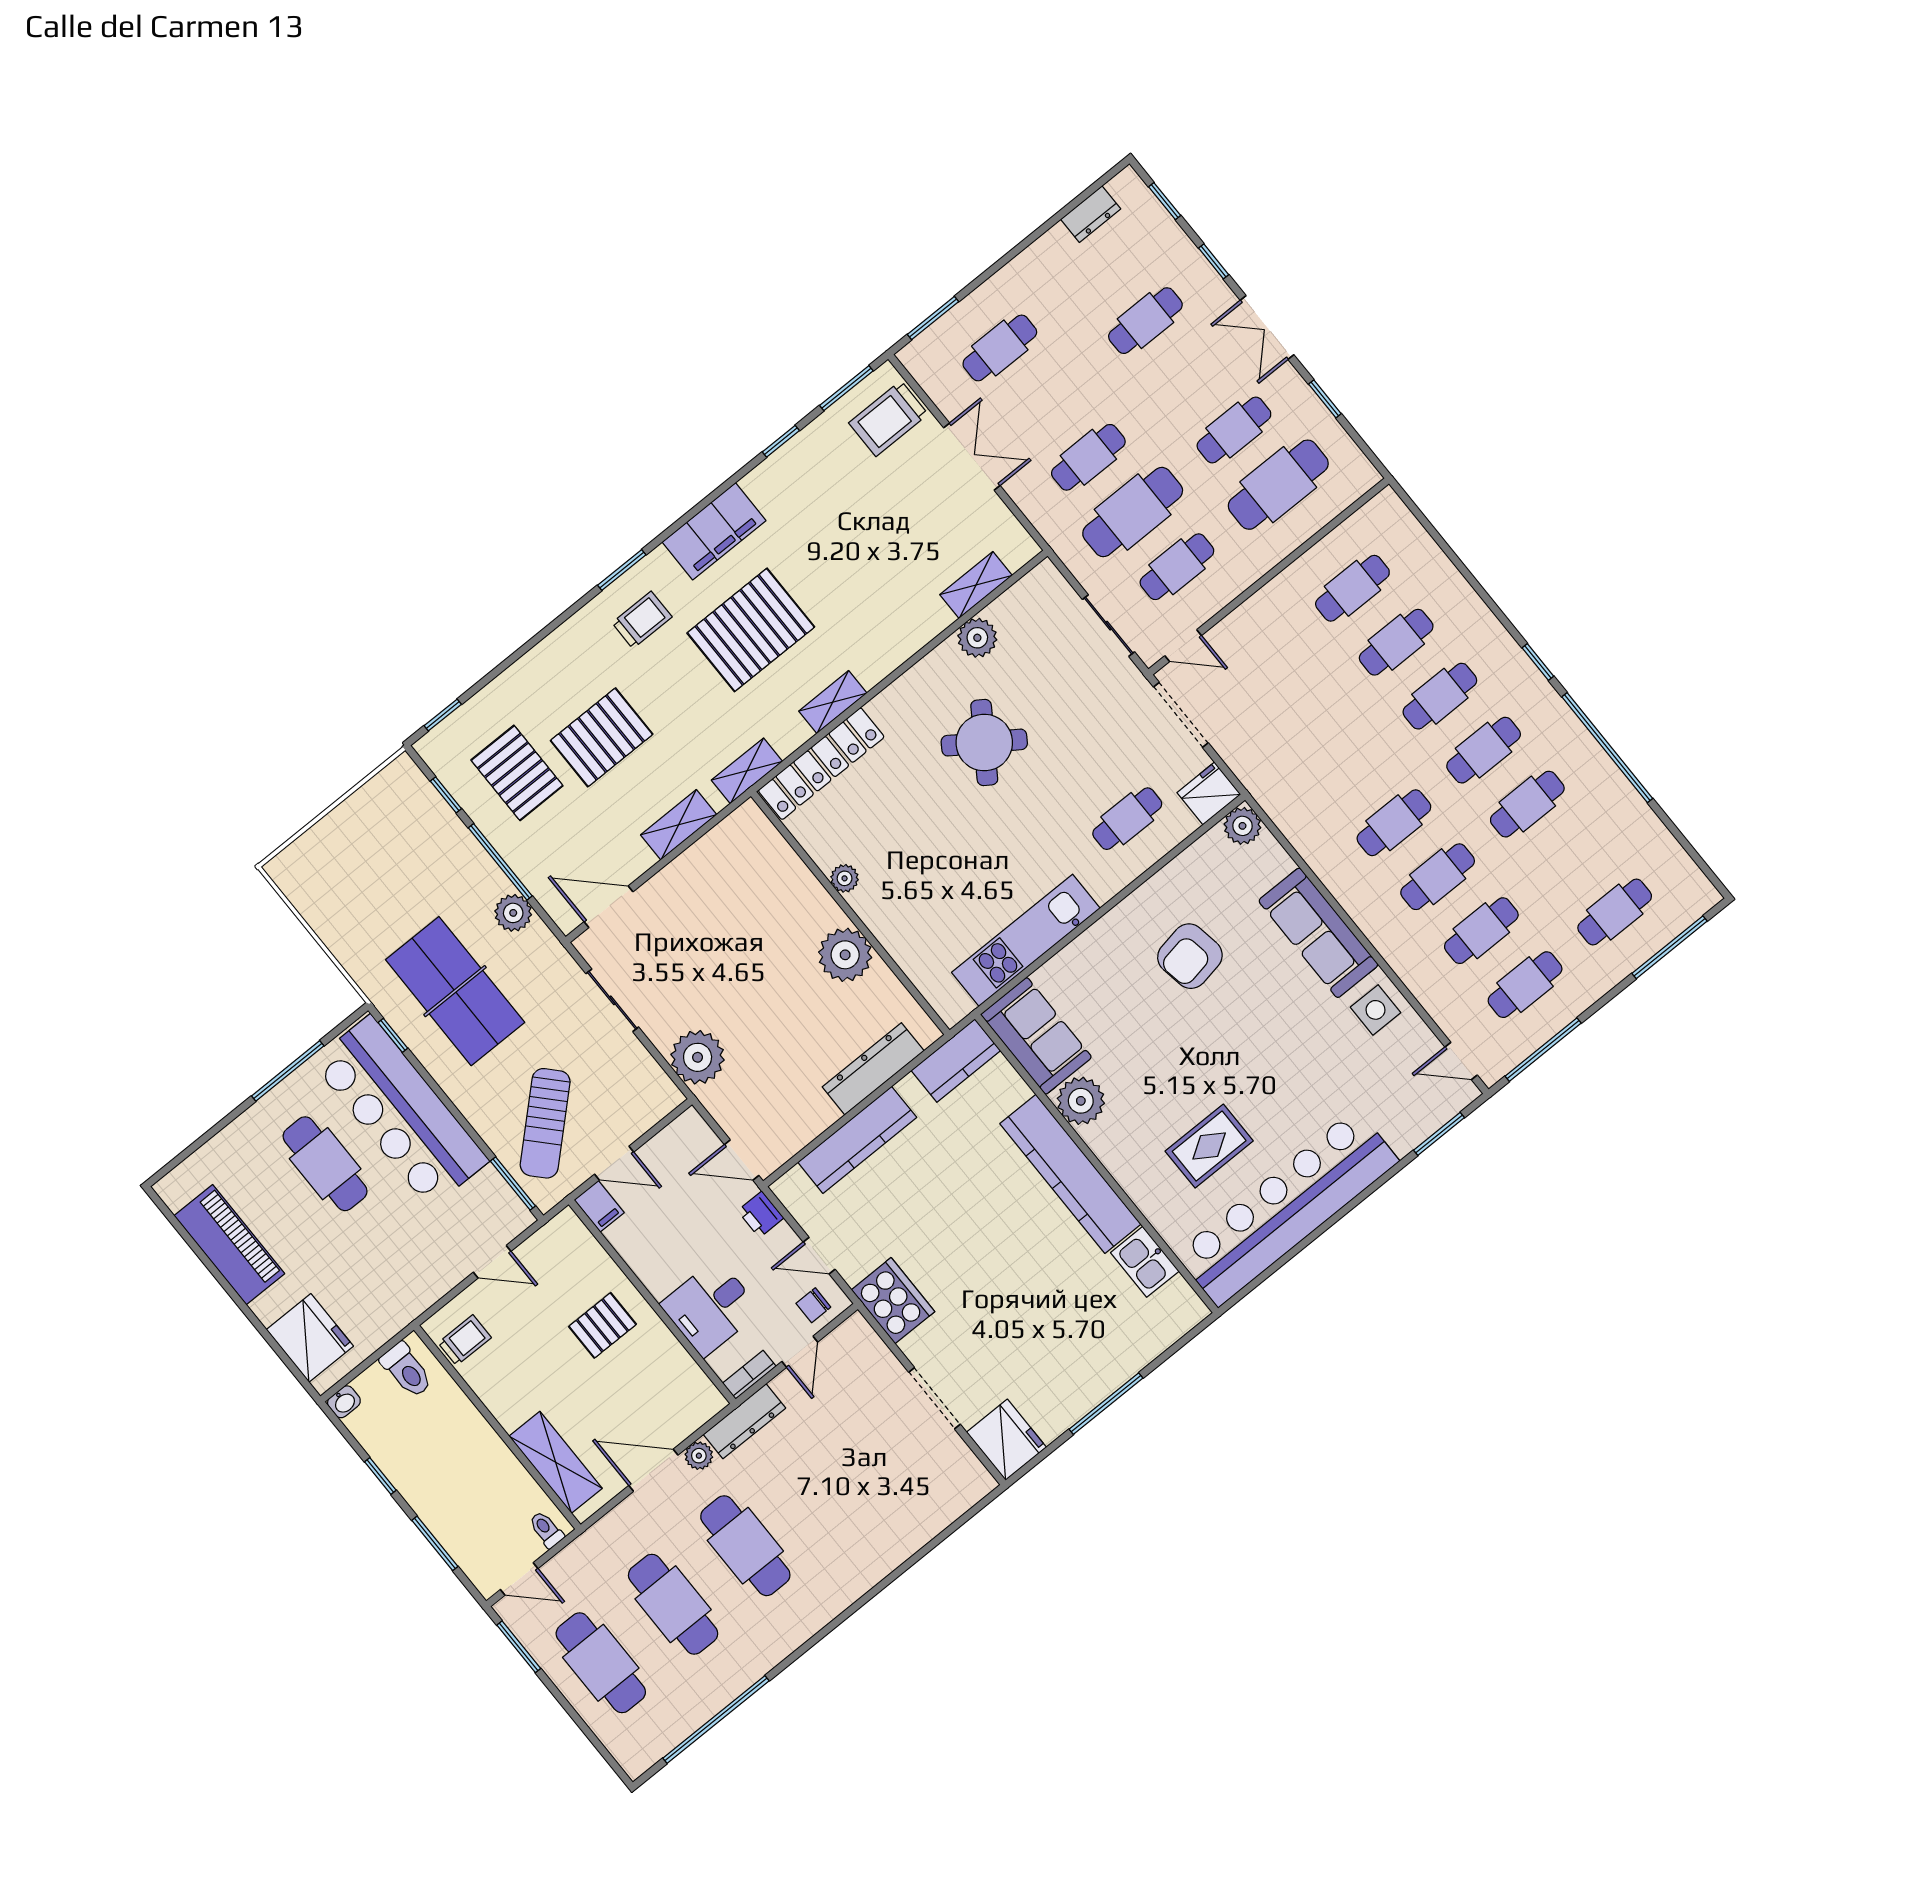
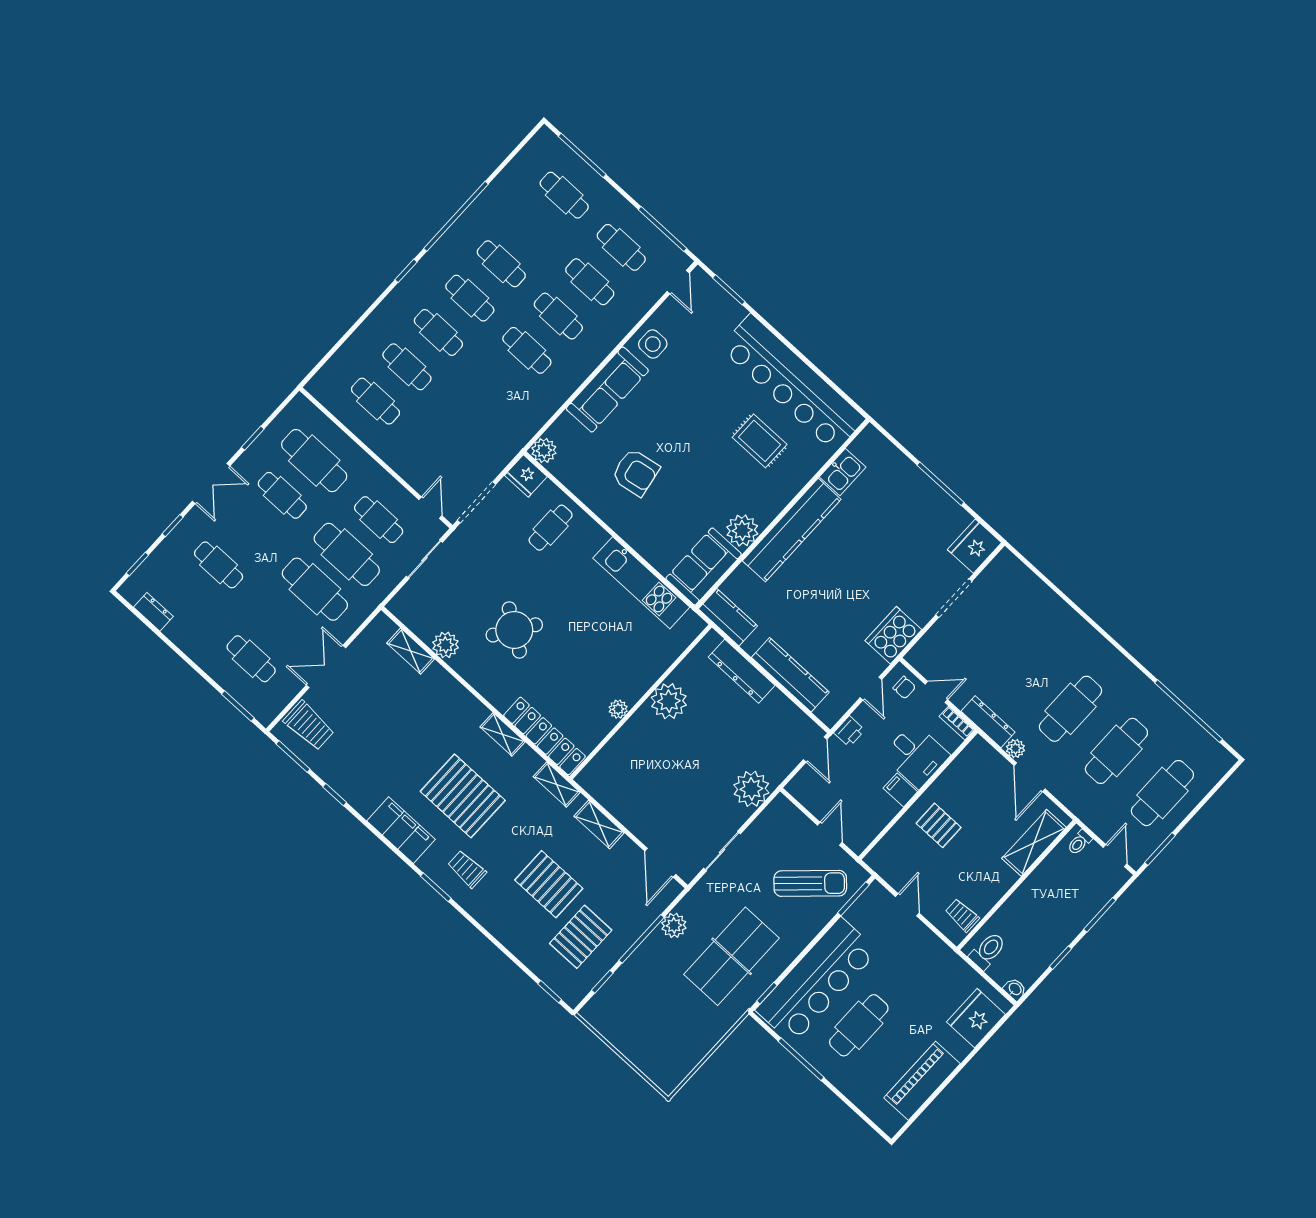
cafe table: (1088, 457) -> (315, 589), width x1.37, depth x1.35
cafe table: (1127, 819) -> (551, 528), turned 90
filing cabinet: (599, 1206) -> (900, 790), moved, turned -90

